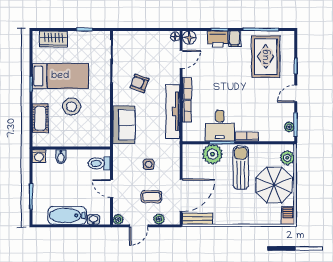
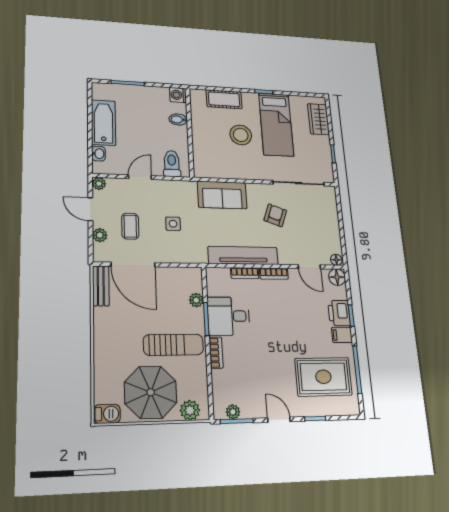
plant: (213, 154) -> (196, 300), width x0.53, depth x0.53

